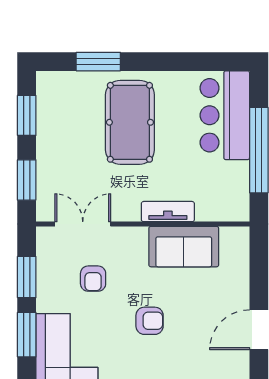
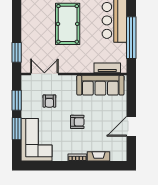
window: (27, 115) -> (17, 21), removed
tv unit: (168, 212) -> (107, 68), moved
sofa: (184, 247) -> (100, 85), width x1.36

